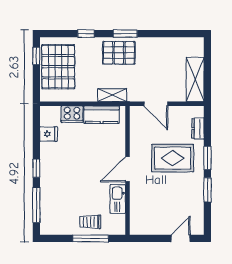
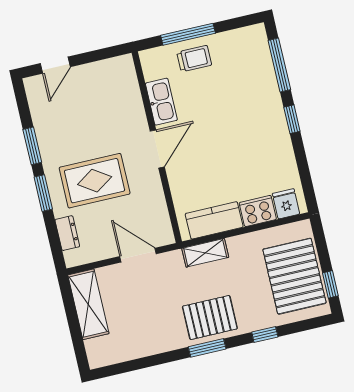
fridge: (49, 134) -> (286, 204), moved, turned 90

